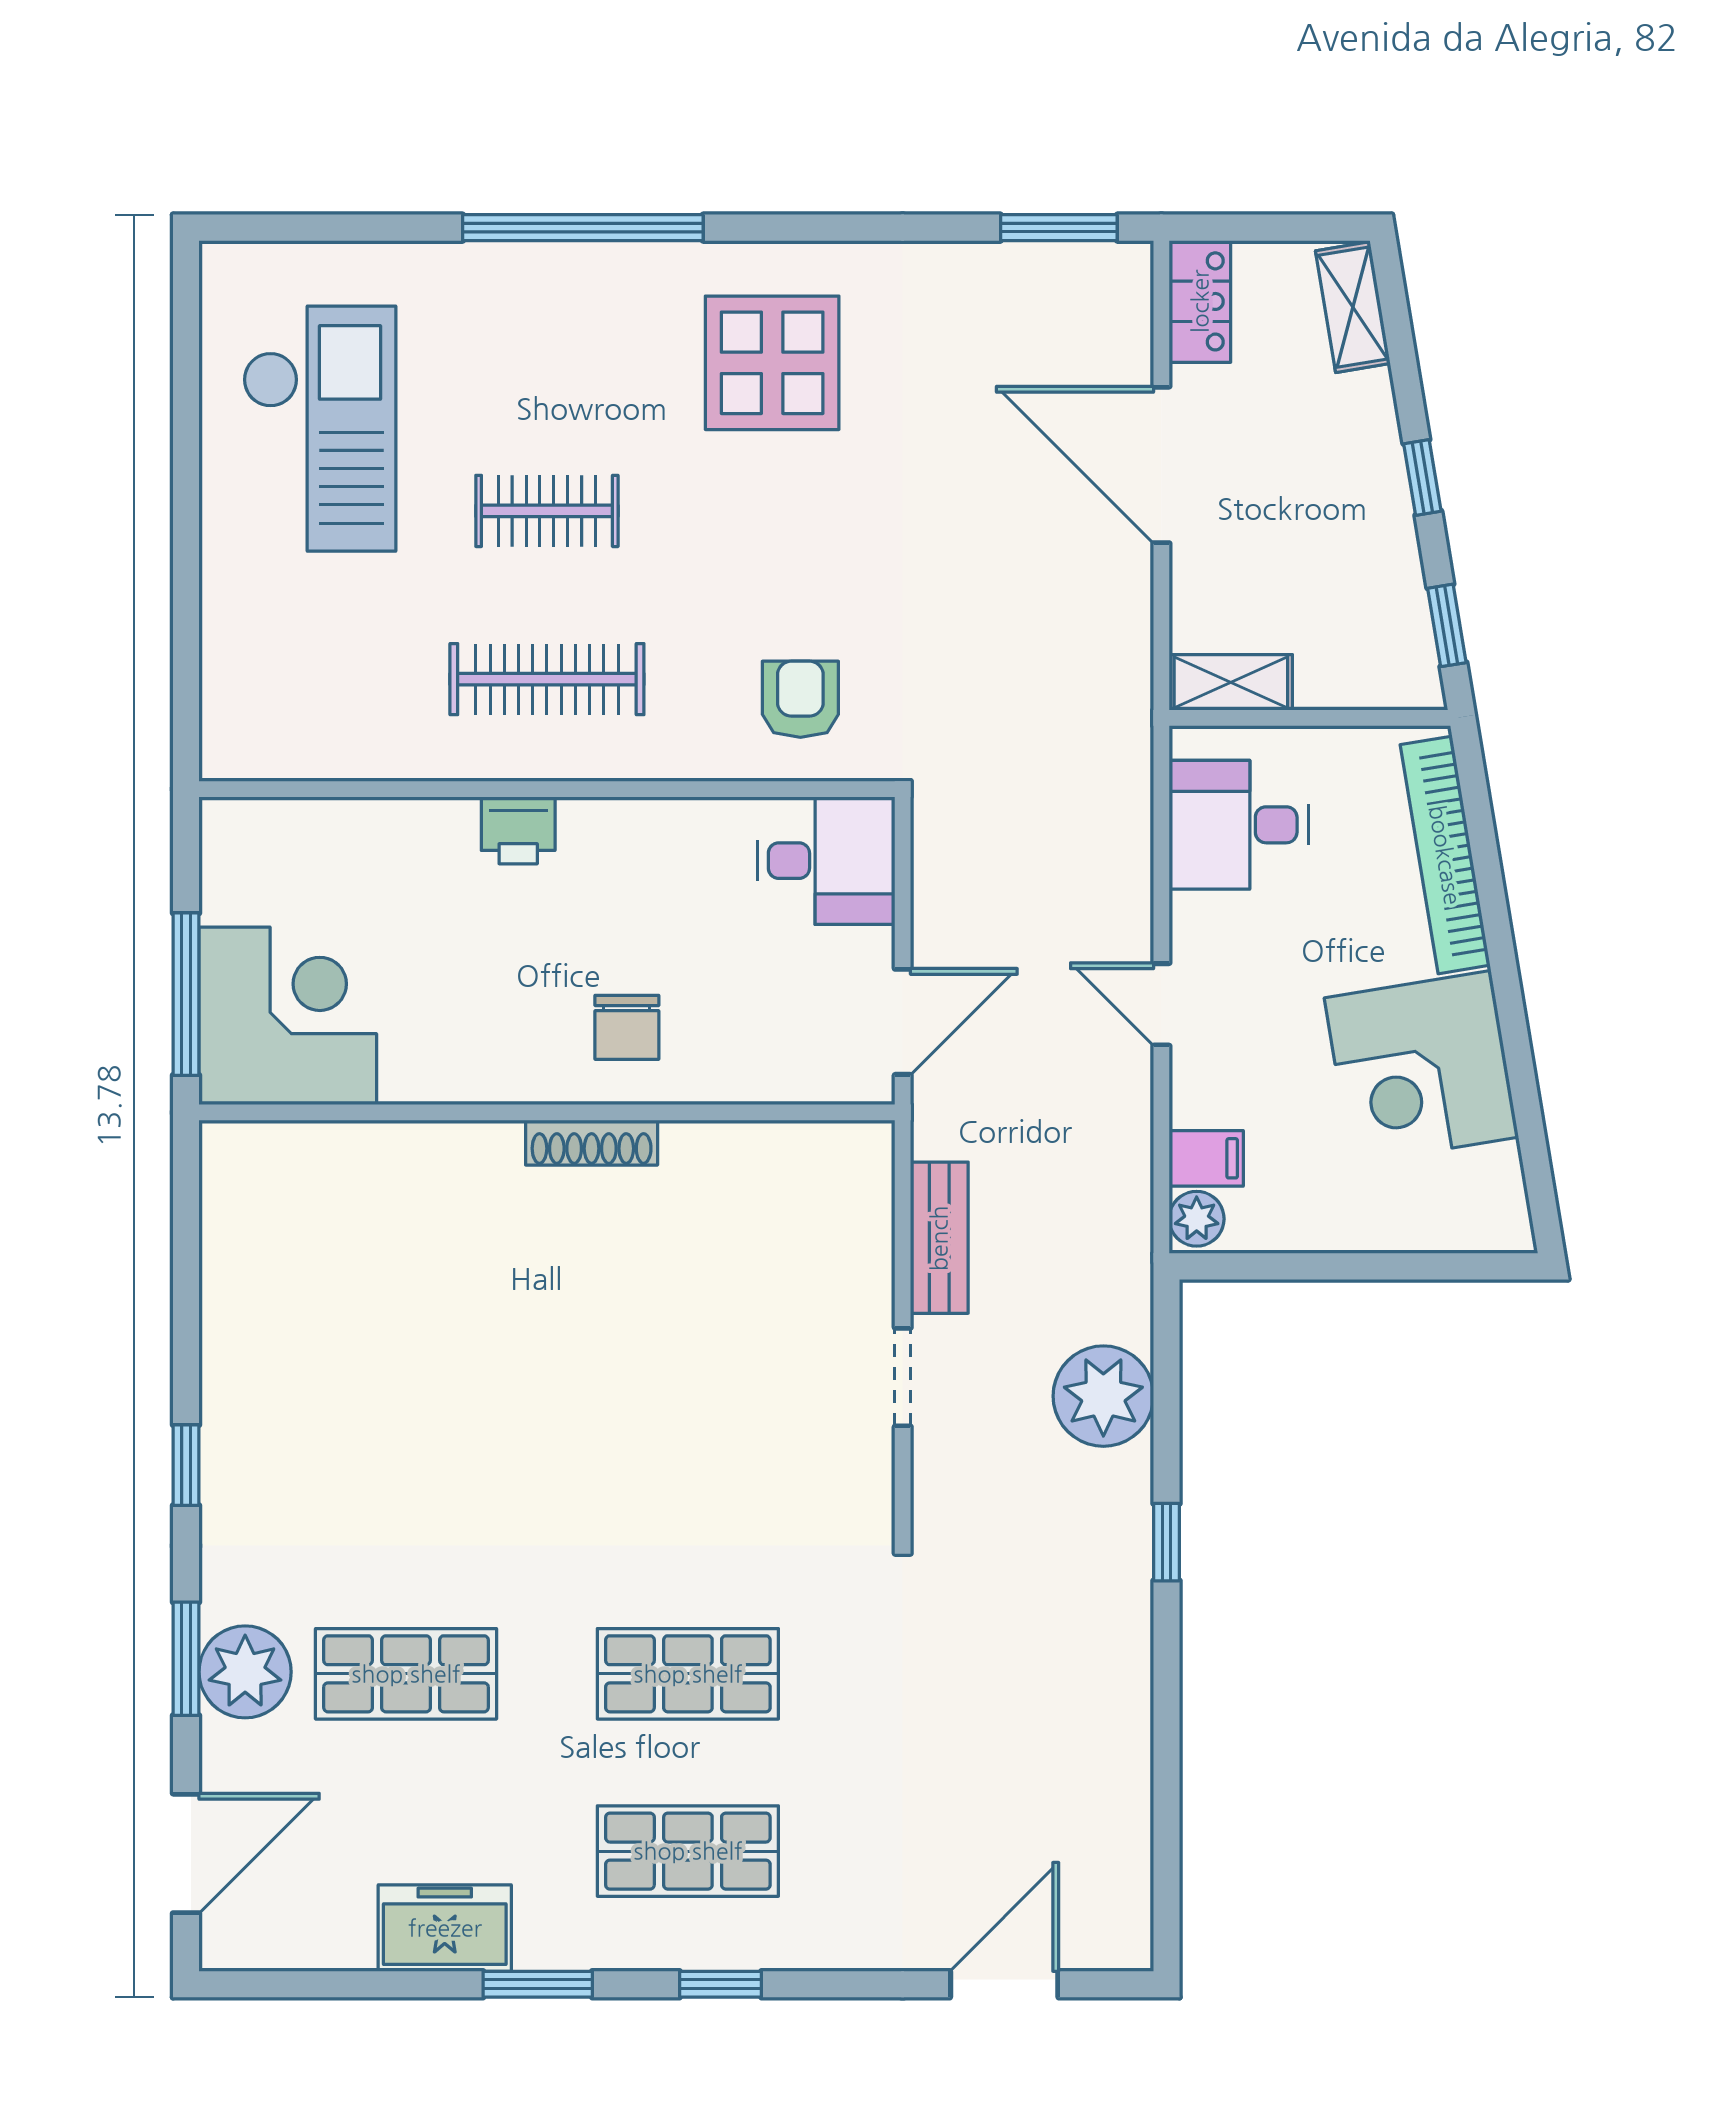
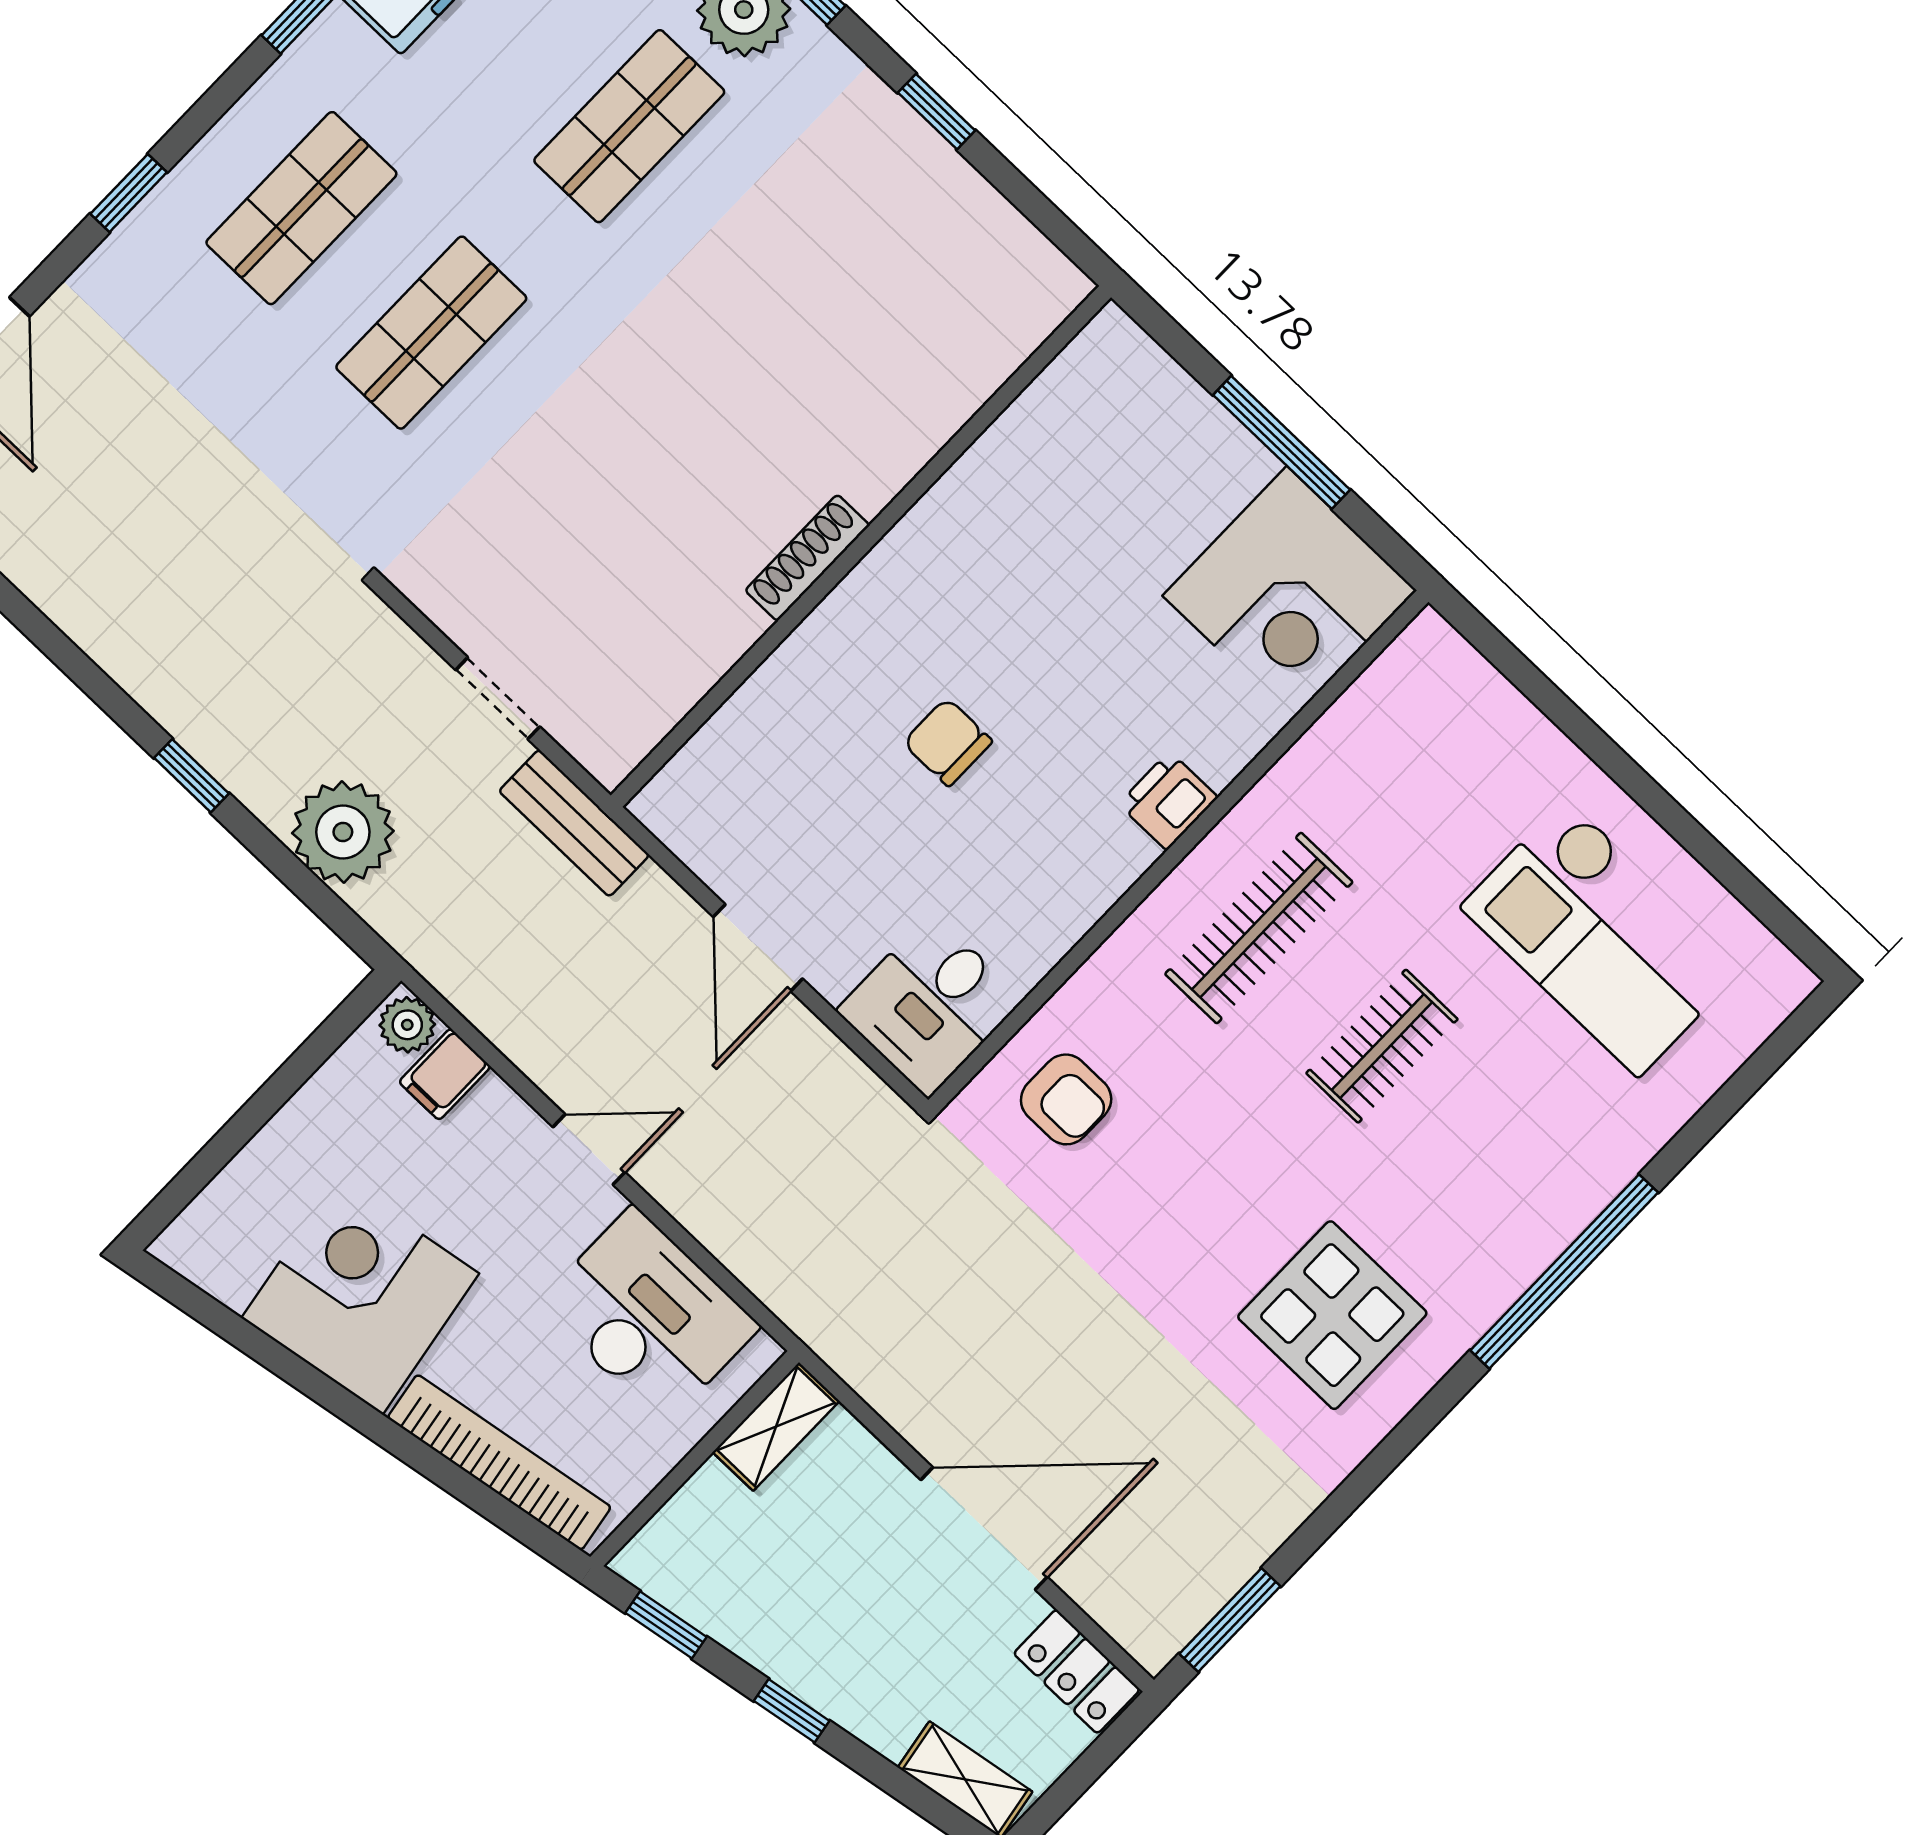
desk: (1239, 825) -> (649, 1315), width x1.37
corner desk: (288, 1016) -> (1290, 593), moved
wall: (547, 1112) -> (861, 546), moved
shoe rack: (592, 1143) -> (807, 558), moved
window: (720, 1984) -> (129, 193), moved

